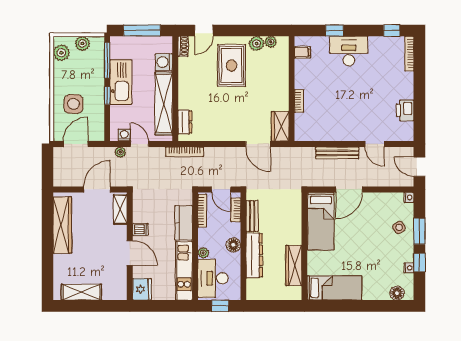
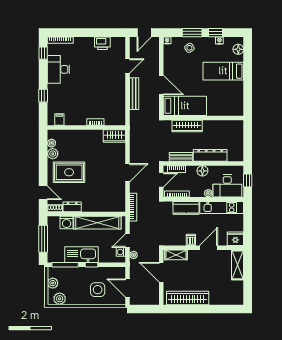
desk: (349, 51) -> (58, 69), moved
dresser: (185, 122) -> (72, 207), moved
door: (258, 144) -> (127, 173), moved
wardrobe: (294, 265) -> (187, 126), moved
bed: (334, 288) -> (223, 71), moved, turned -90
shelving: (81, 292) -> (238, 265), moved

